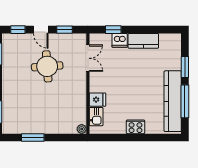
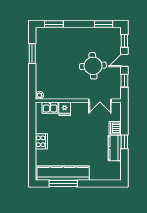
window: (113, 30) -> (124, 142), moved
window: (185, 67) -> (92, 184), removed

